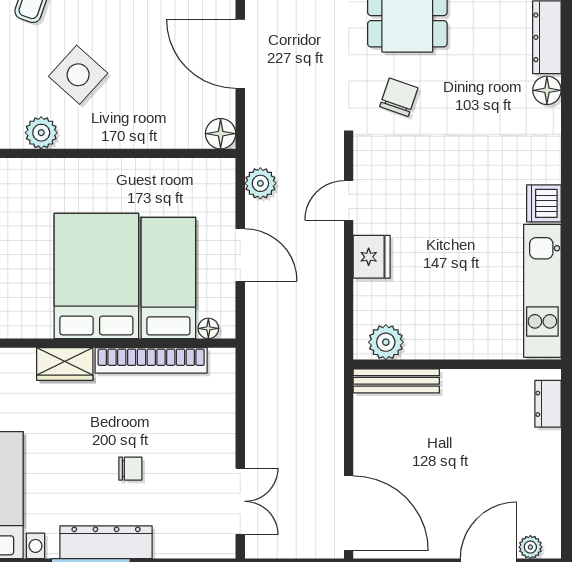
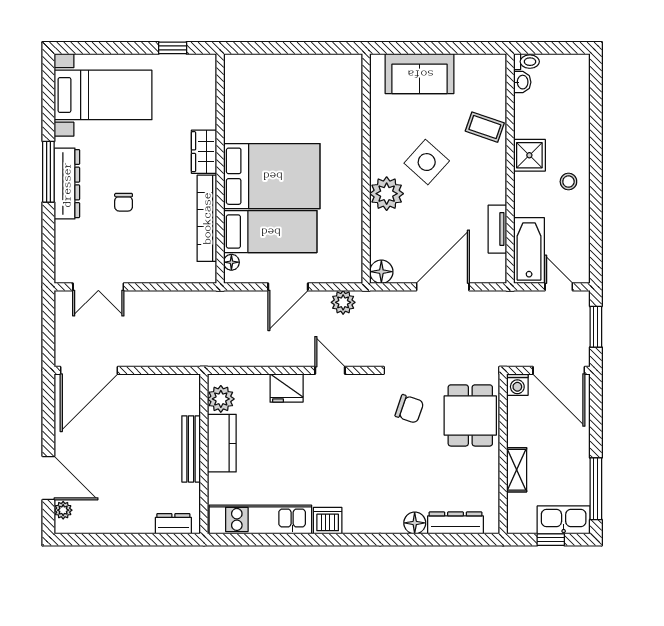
plant: (41, 133) -> (387, 194), moved, width x1.36, depth x1.36
kitchen counter: (443, 341) -> (222, 443), added
bench: (396, 381) -> (191, 449), moved

